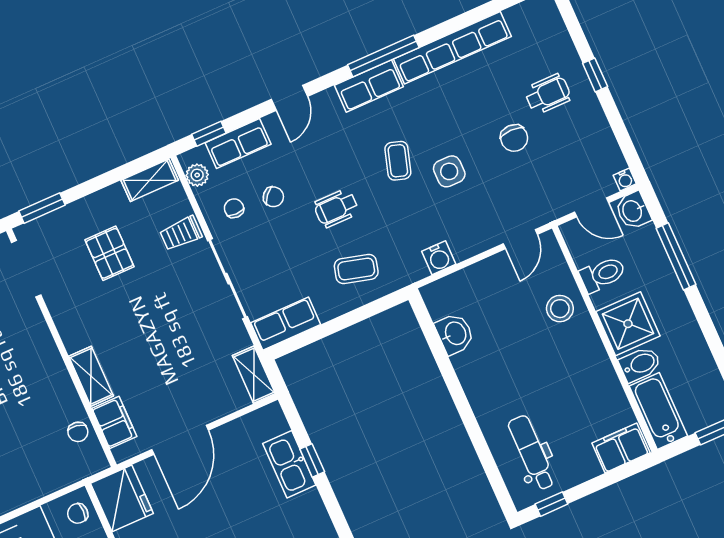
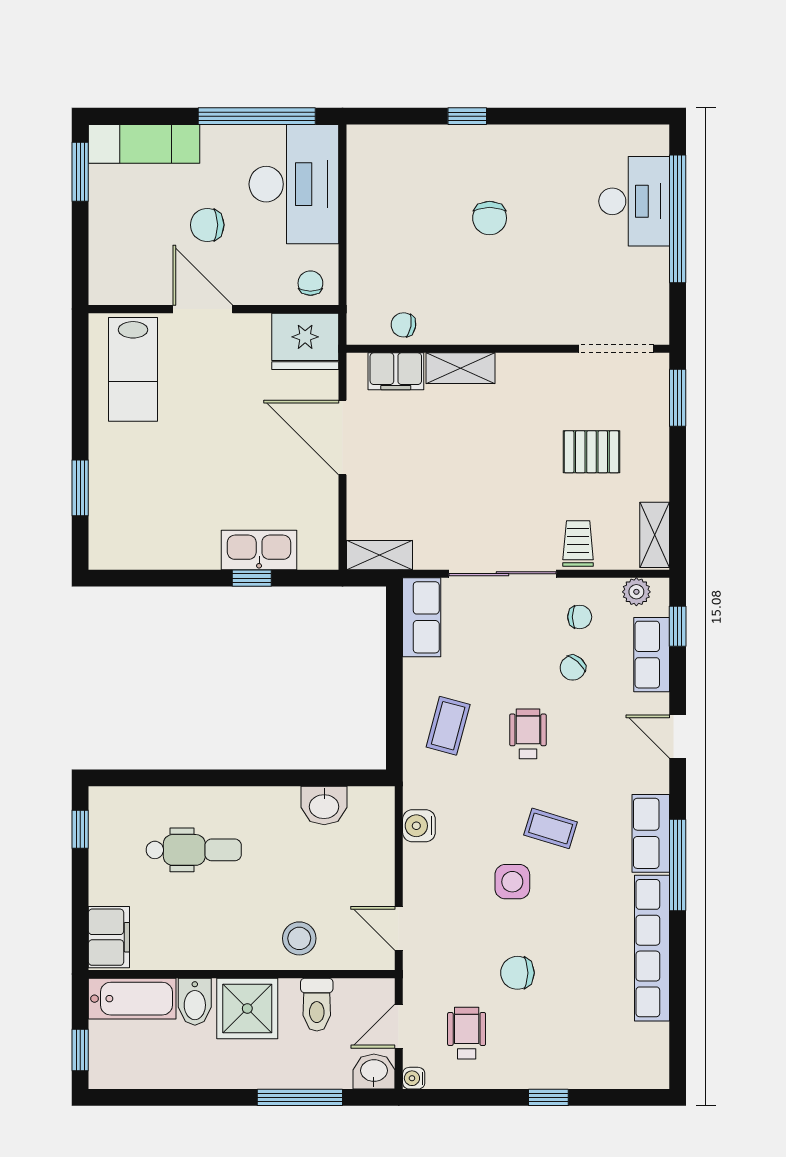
wheelchair: (548, 94) -> (467, 1033), moved, turned 180
dental chair: (532, 453) -> (194, 850), moved

